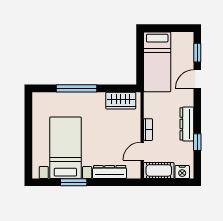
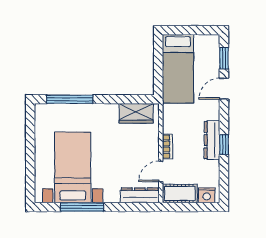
window: (77, 88) -> (70, 99), moved
window: (197, 142) -> (224, 145), moved
dresser: (110, 172) -> (140, 195), moved
window: (74, 182) -> (82, 207), width x1.44

